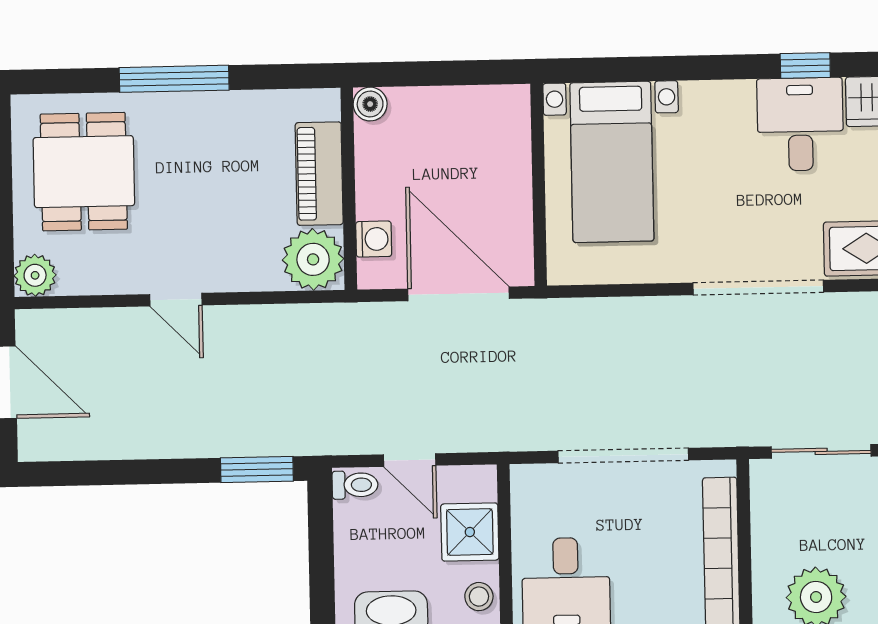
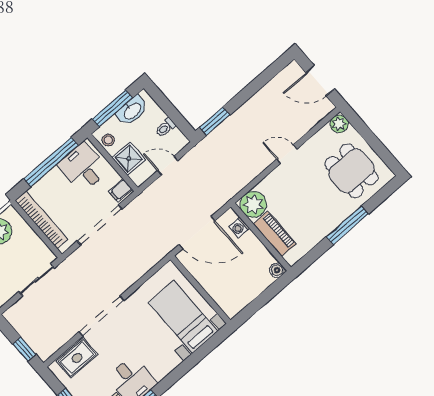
toilet: (355, 485) -> (165, 128), moved
filing cabinet: (533, 486) -> (121, 190), added

